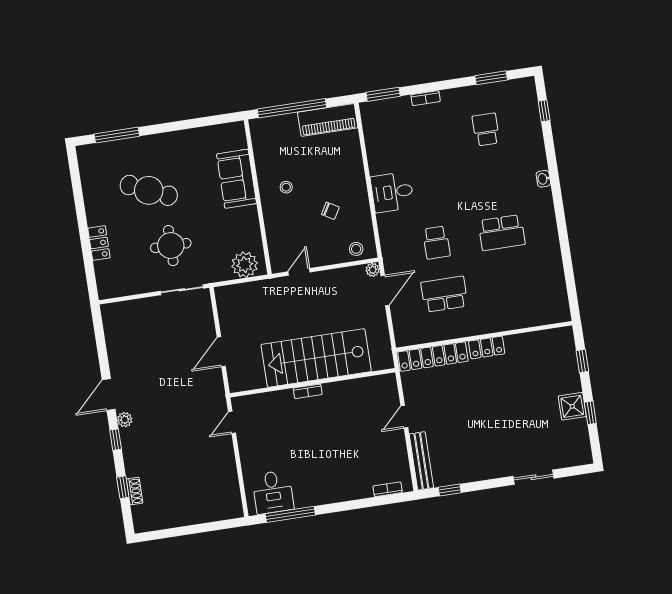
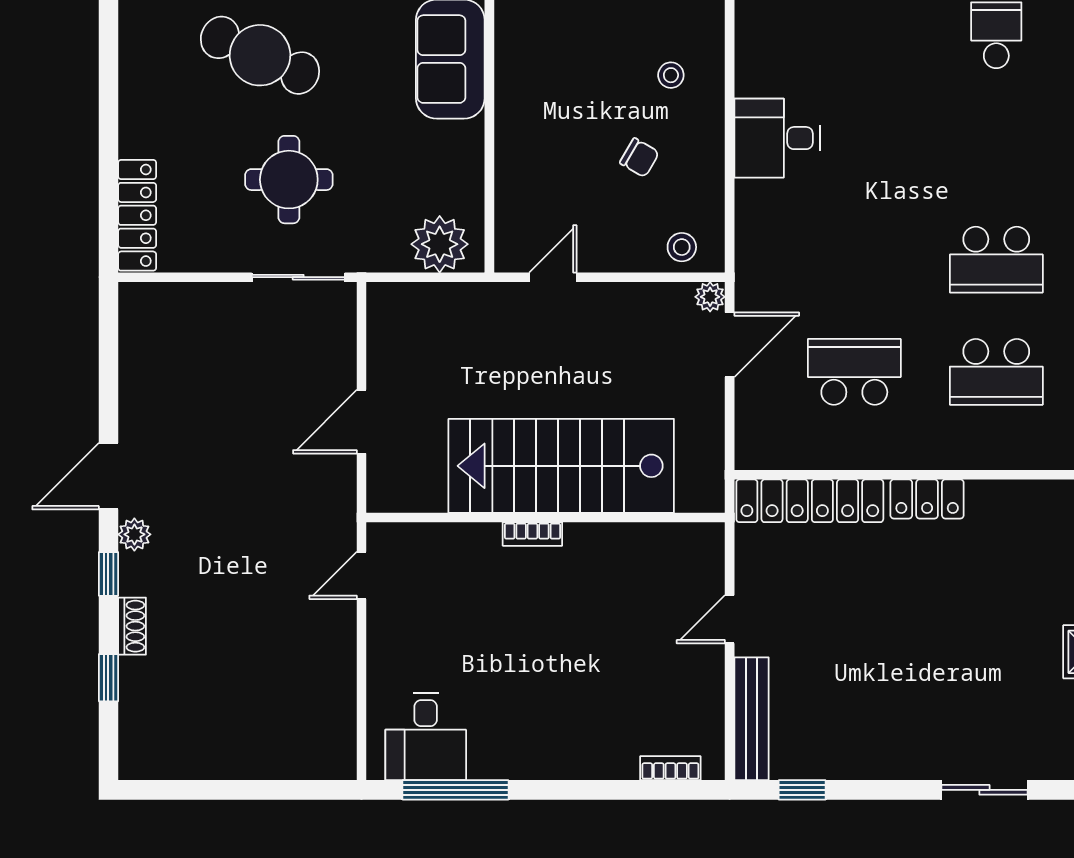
stool: (286, 187) -> (671, 75), moved
locker: (99, 243) -> (137, 215), moved, width x1.53
school desk: (436, 243) -> (996, 372), moved, width x1.85
shoe rack: (135, 491) -> (132, 626), moved

